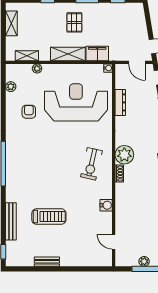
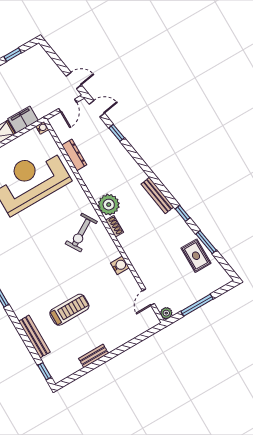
door: (137, 62) -> (68, 105), hinge flipped
exercise bike: (91, 164) -> (81, 233), turned 46
door: (114, 242) -> (148, 297), hinge flipped
plant: (144, 261) -> (166, 313), moved

